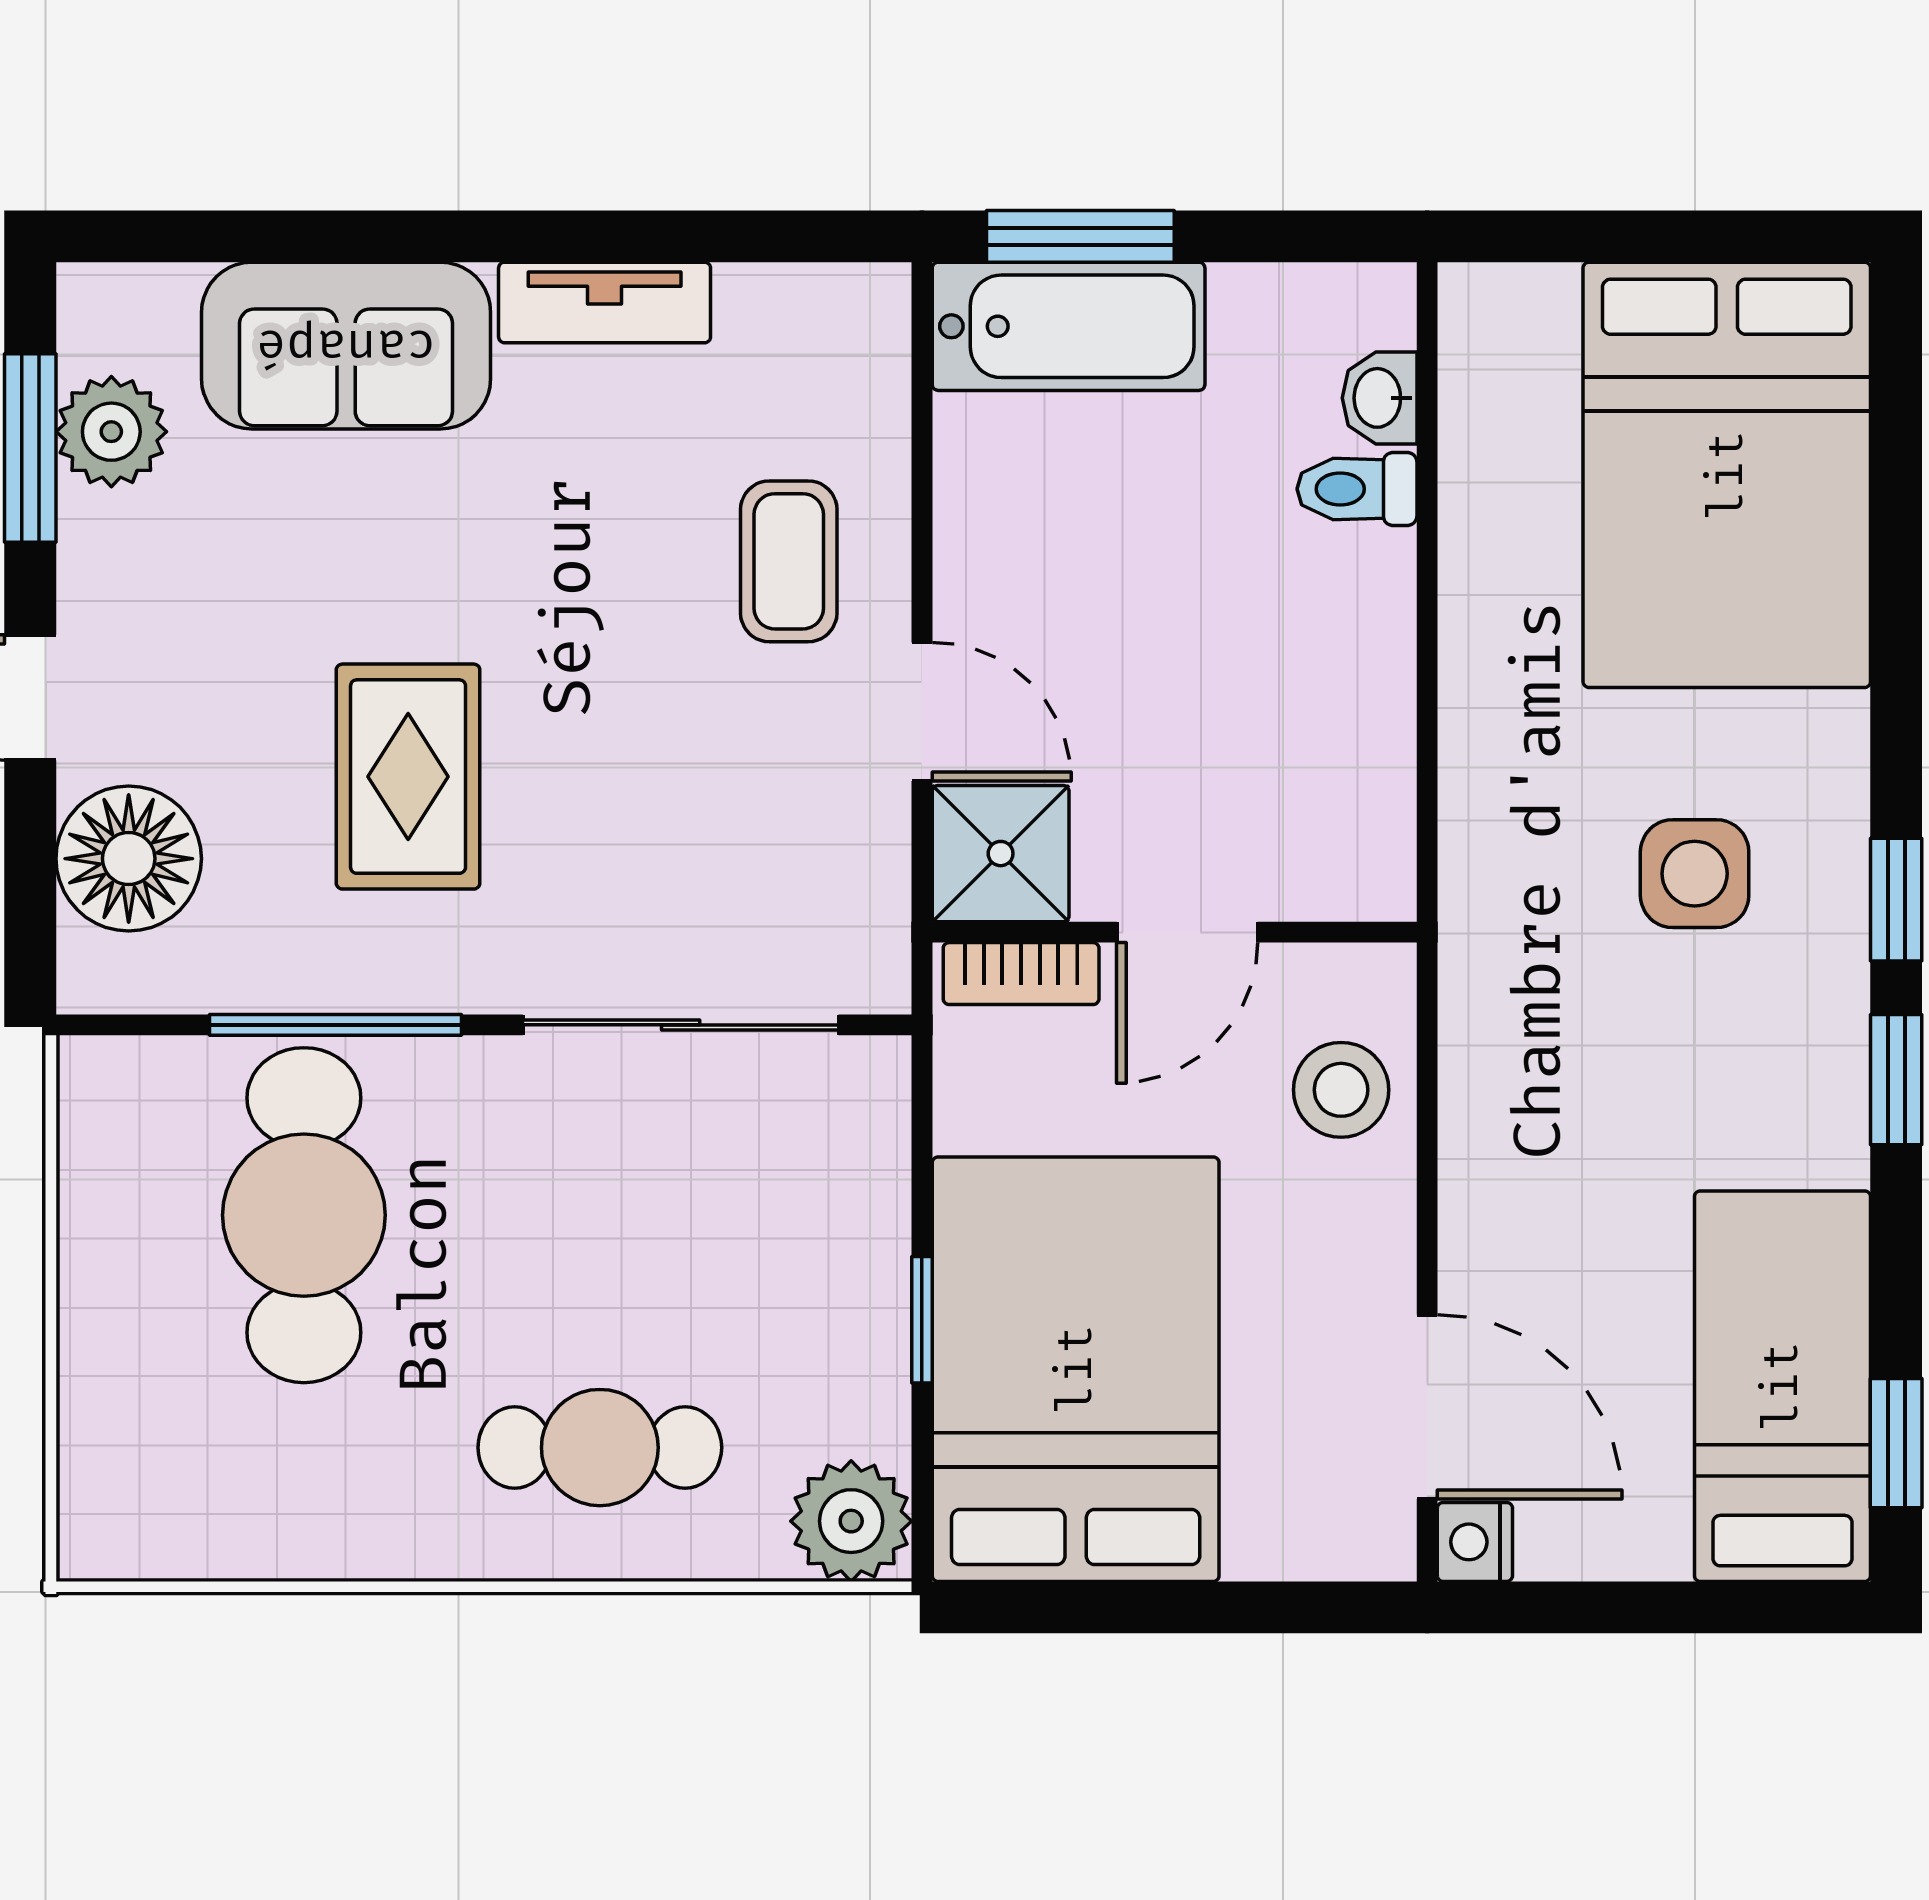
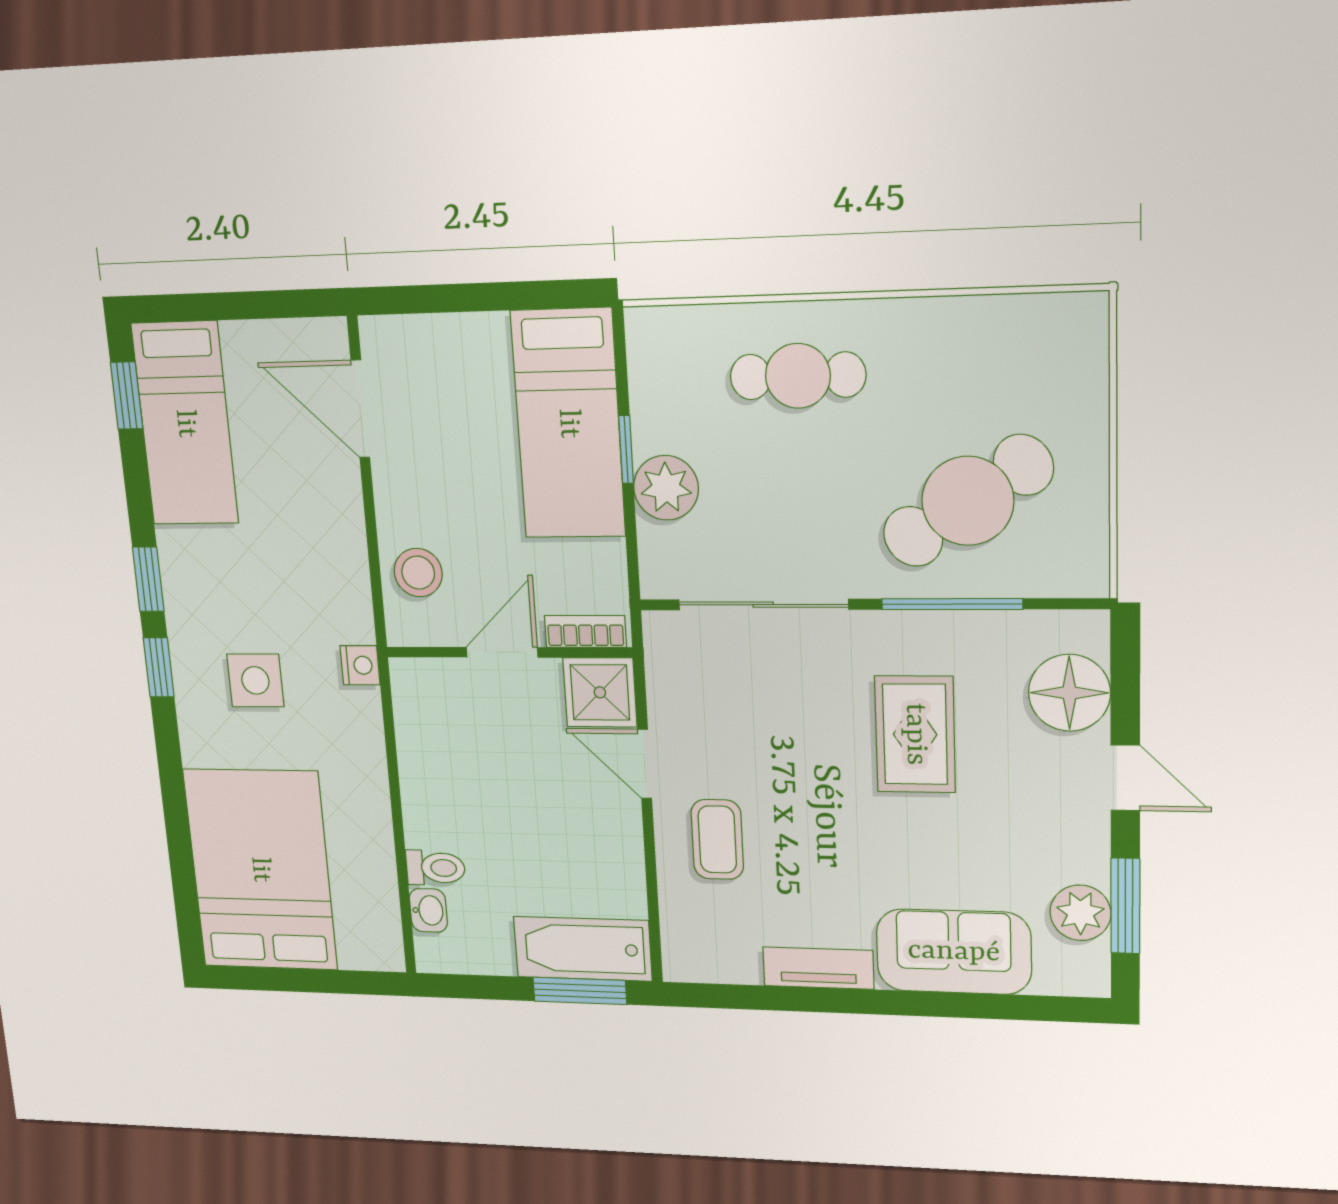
cafe table: (304, 1215) -> (968, 501), turned 57
bed: (1076, 1369) -> (568, 424), width x0.67
plant: (851, 1521) -> (666, 488), moved
nightstand: (1475, 1542) -> (360, 665), moved

